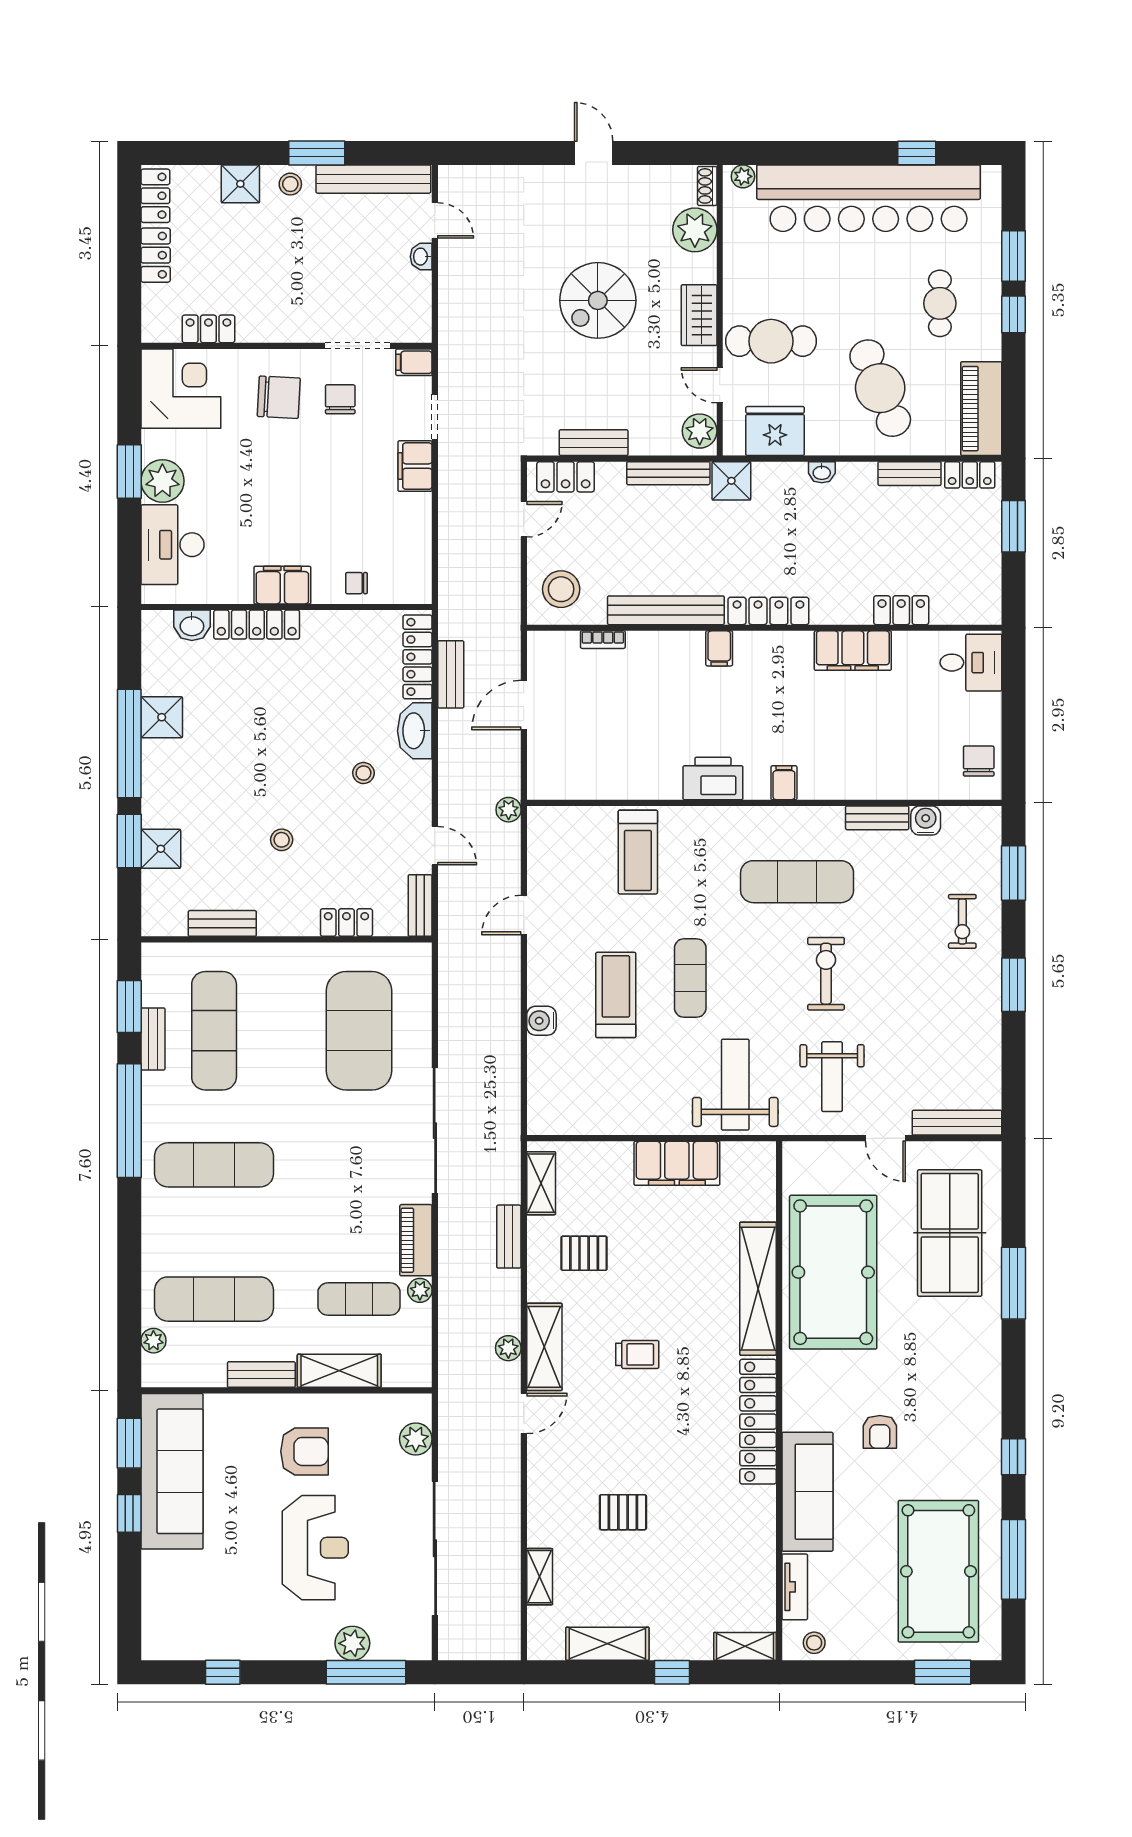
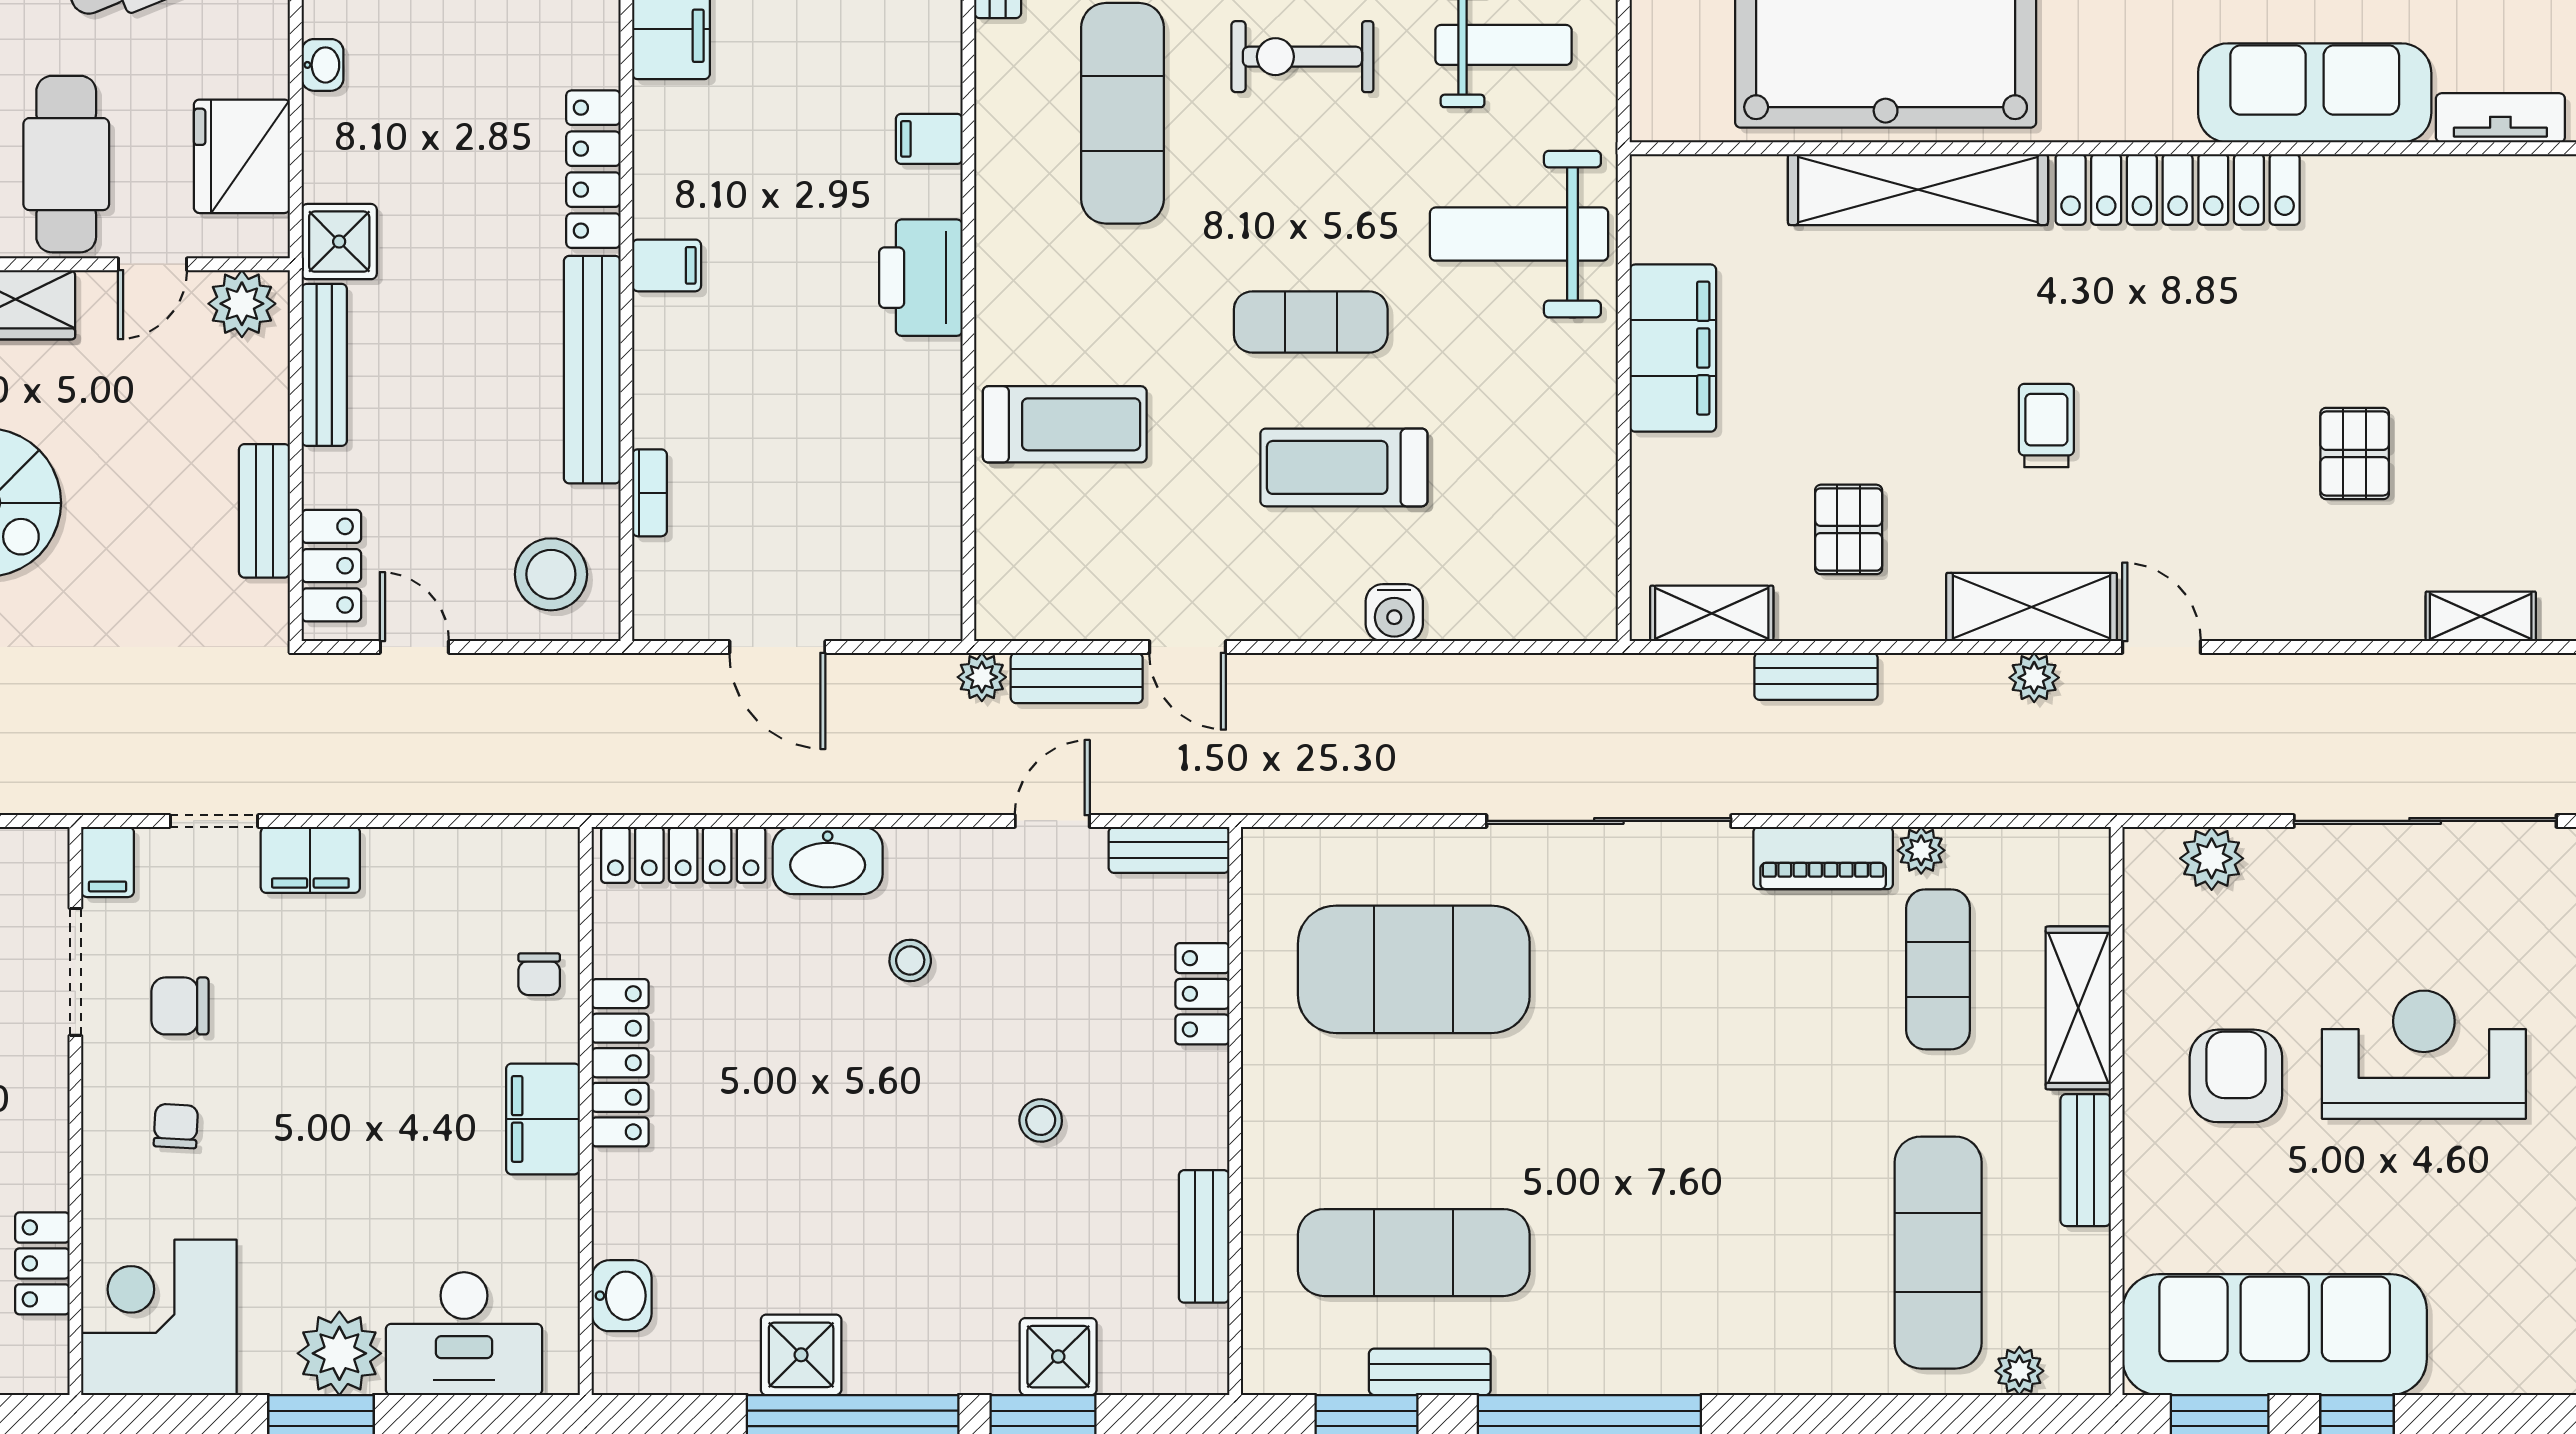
chair: (279, 397) -> (176, 1126), width x0.54, depth x0.54
locker: (257, 625) -> (620, 1063), moved
bench: (451, 674) -> (1077, 678), moved
exercise mat: (214, 1165) -> (1676, 1253), removed

